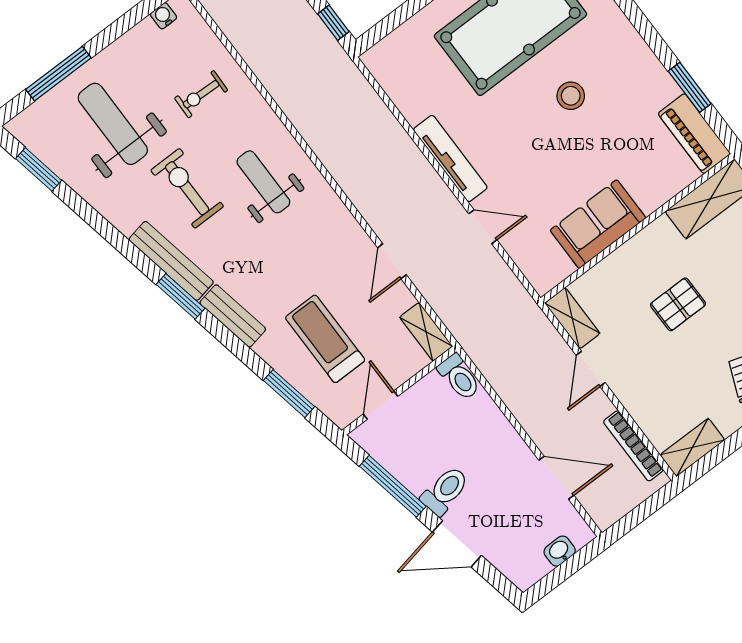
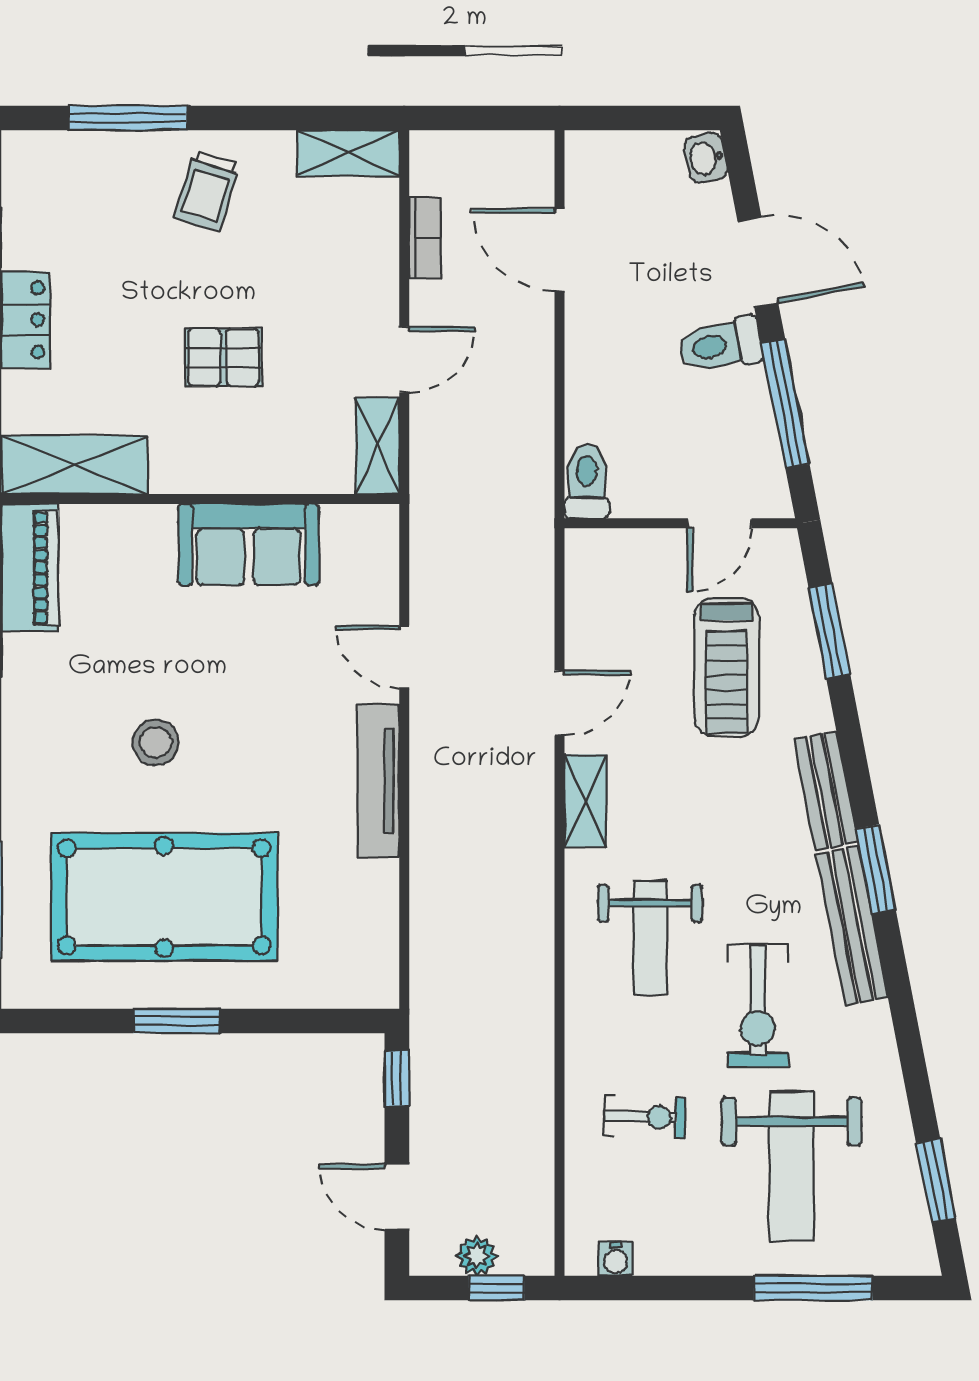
shelving: (426, 332) -> (585, 801), moved
bookcase: (633, 446) -> (425, 238), width x0.64
washbasin: (560, 551) -> (706, 158), moved, turned 79

